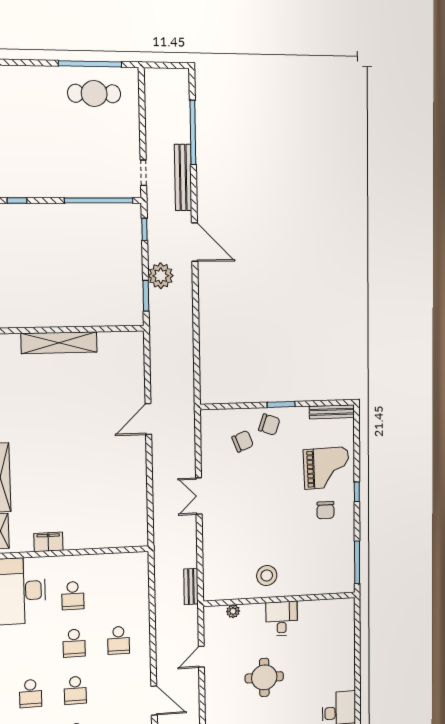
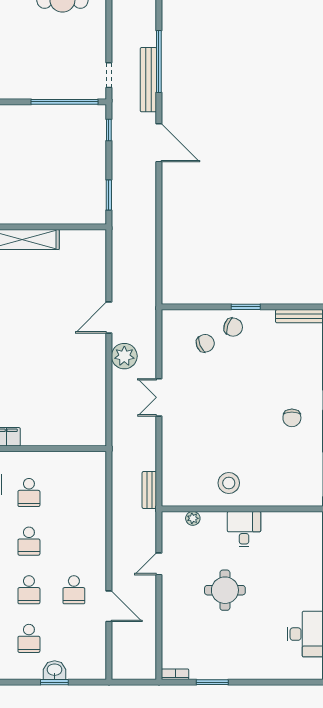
window: (193, 132) -> (159, 61), moved
plant: (161, 276) -> (124, 356), moved
grand piano: (326, 468) -> (293, 374), removed
school desk: (118, 640) -> (74, 590), moved

